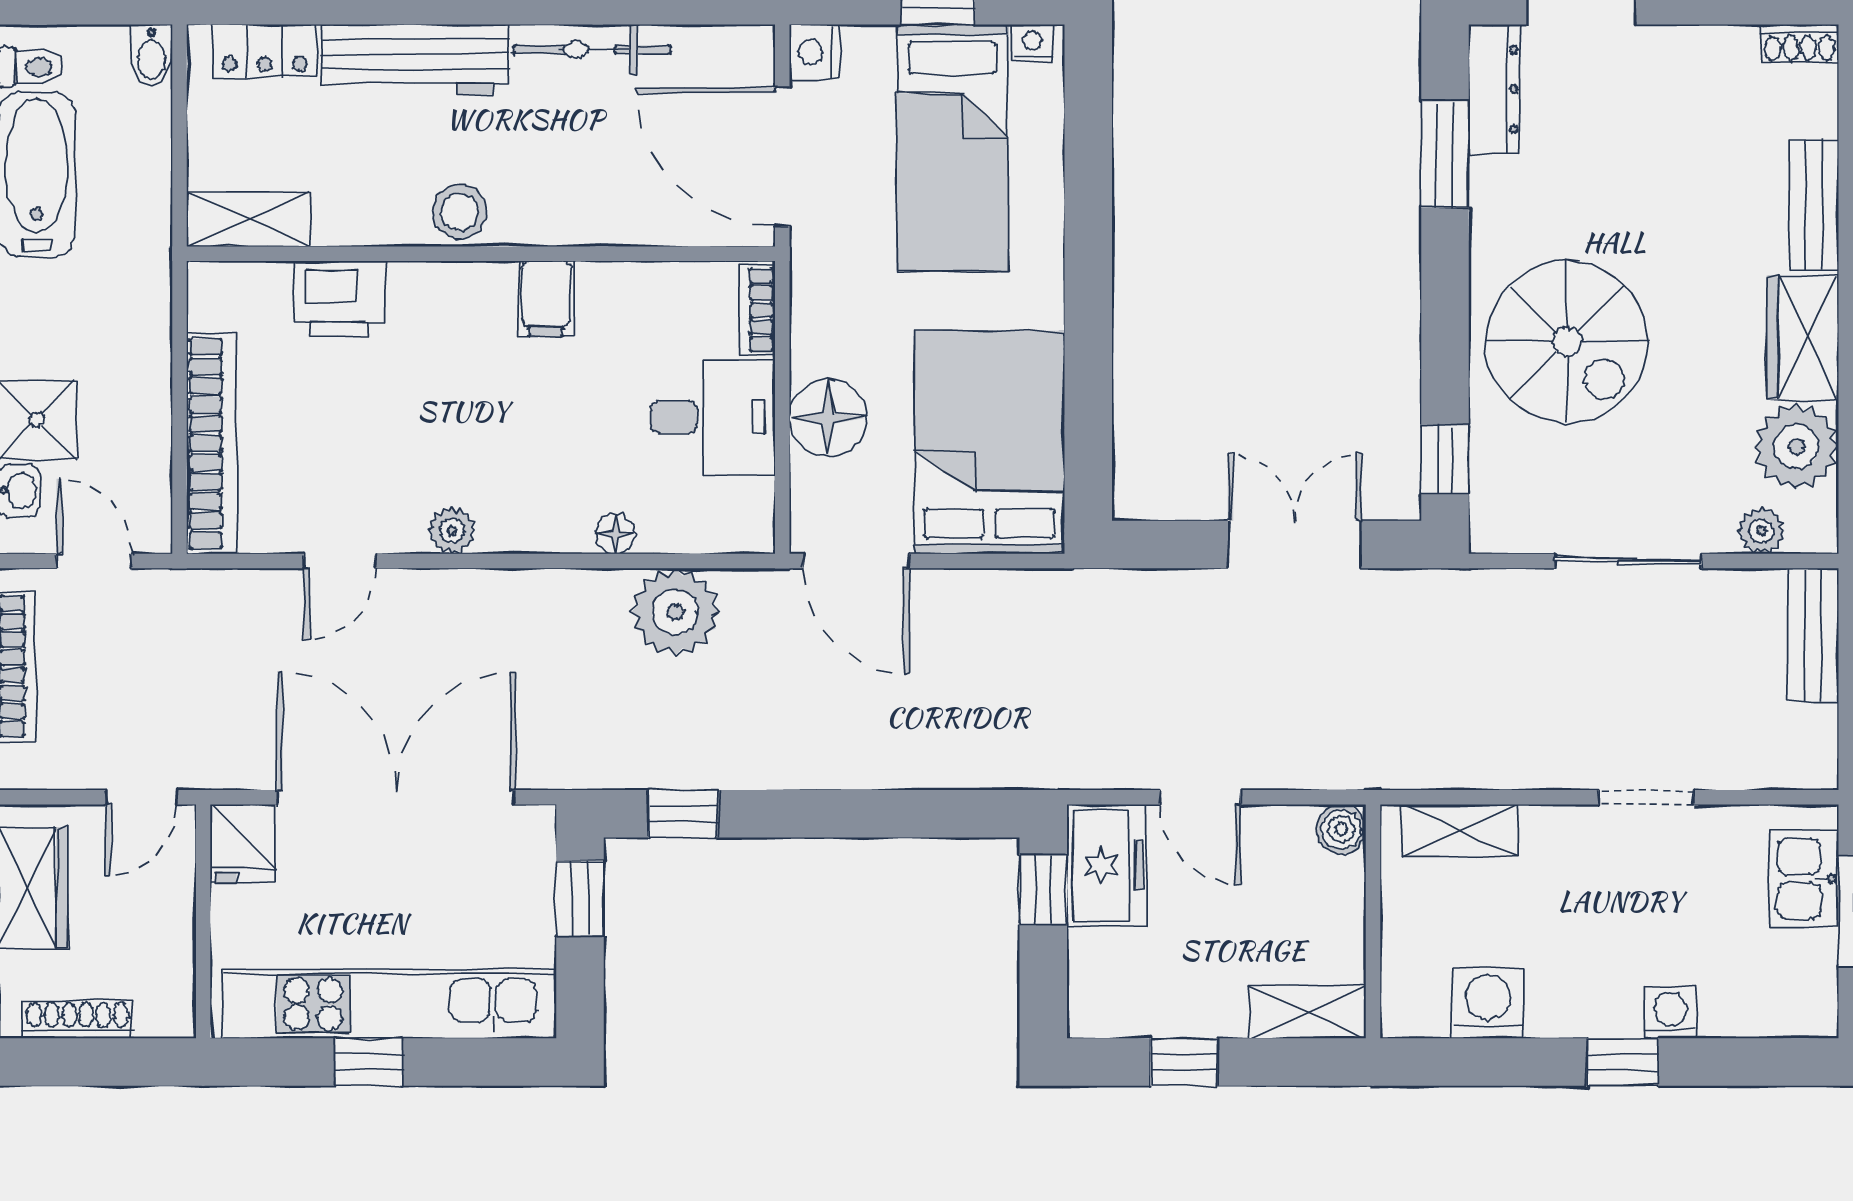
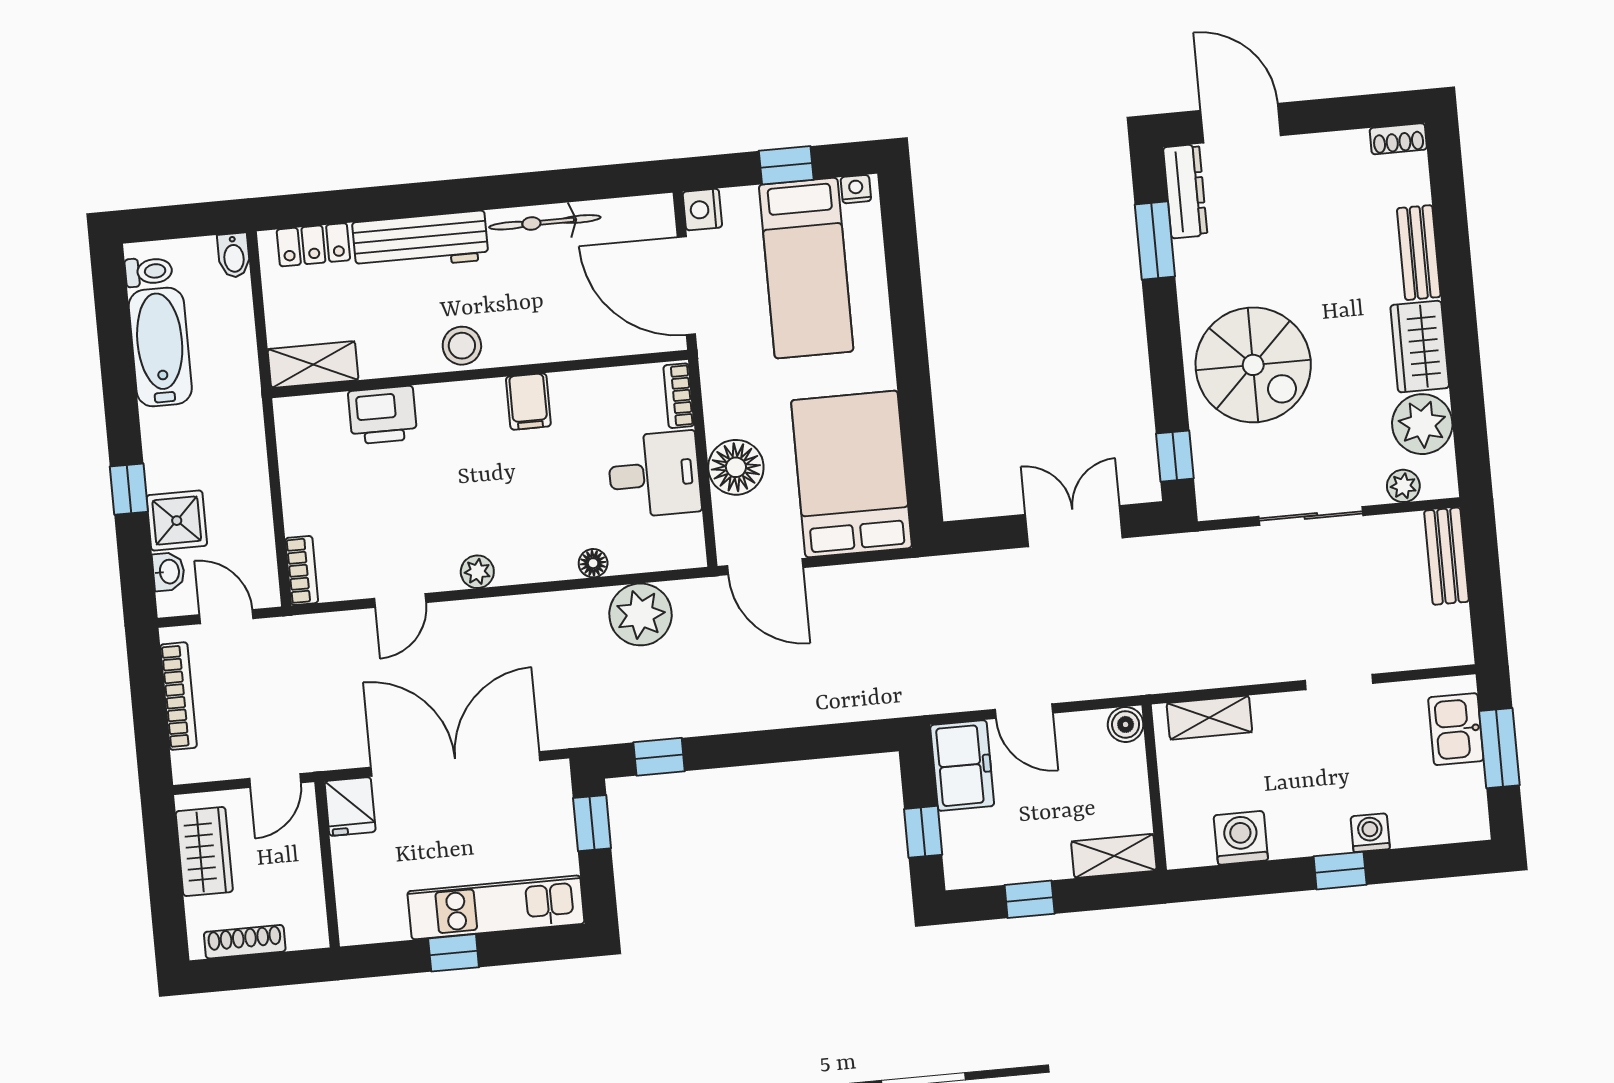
bookcase: (212, 443) -> (302, 570), width x0.43, depth x0.76
window: (1043, 890) -> (923, 832), moved
kitchen unit: (390, 1004) -> (496, 907), width x0.73

